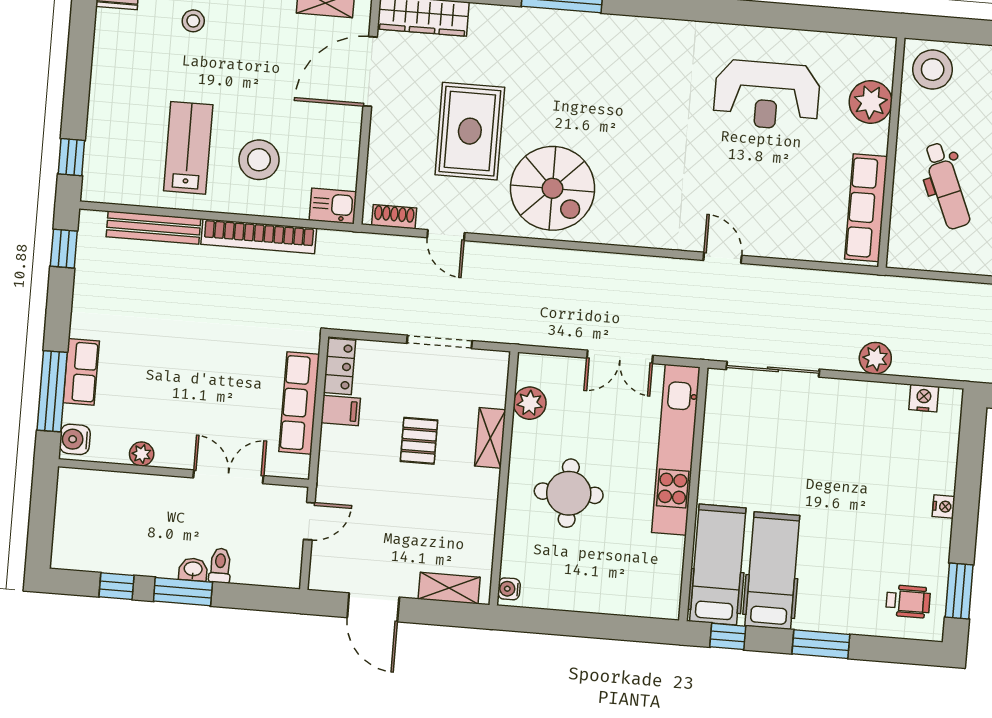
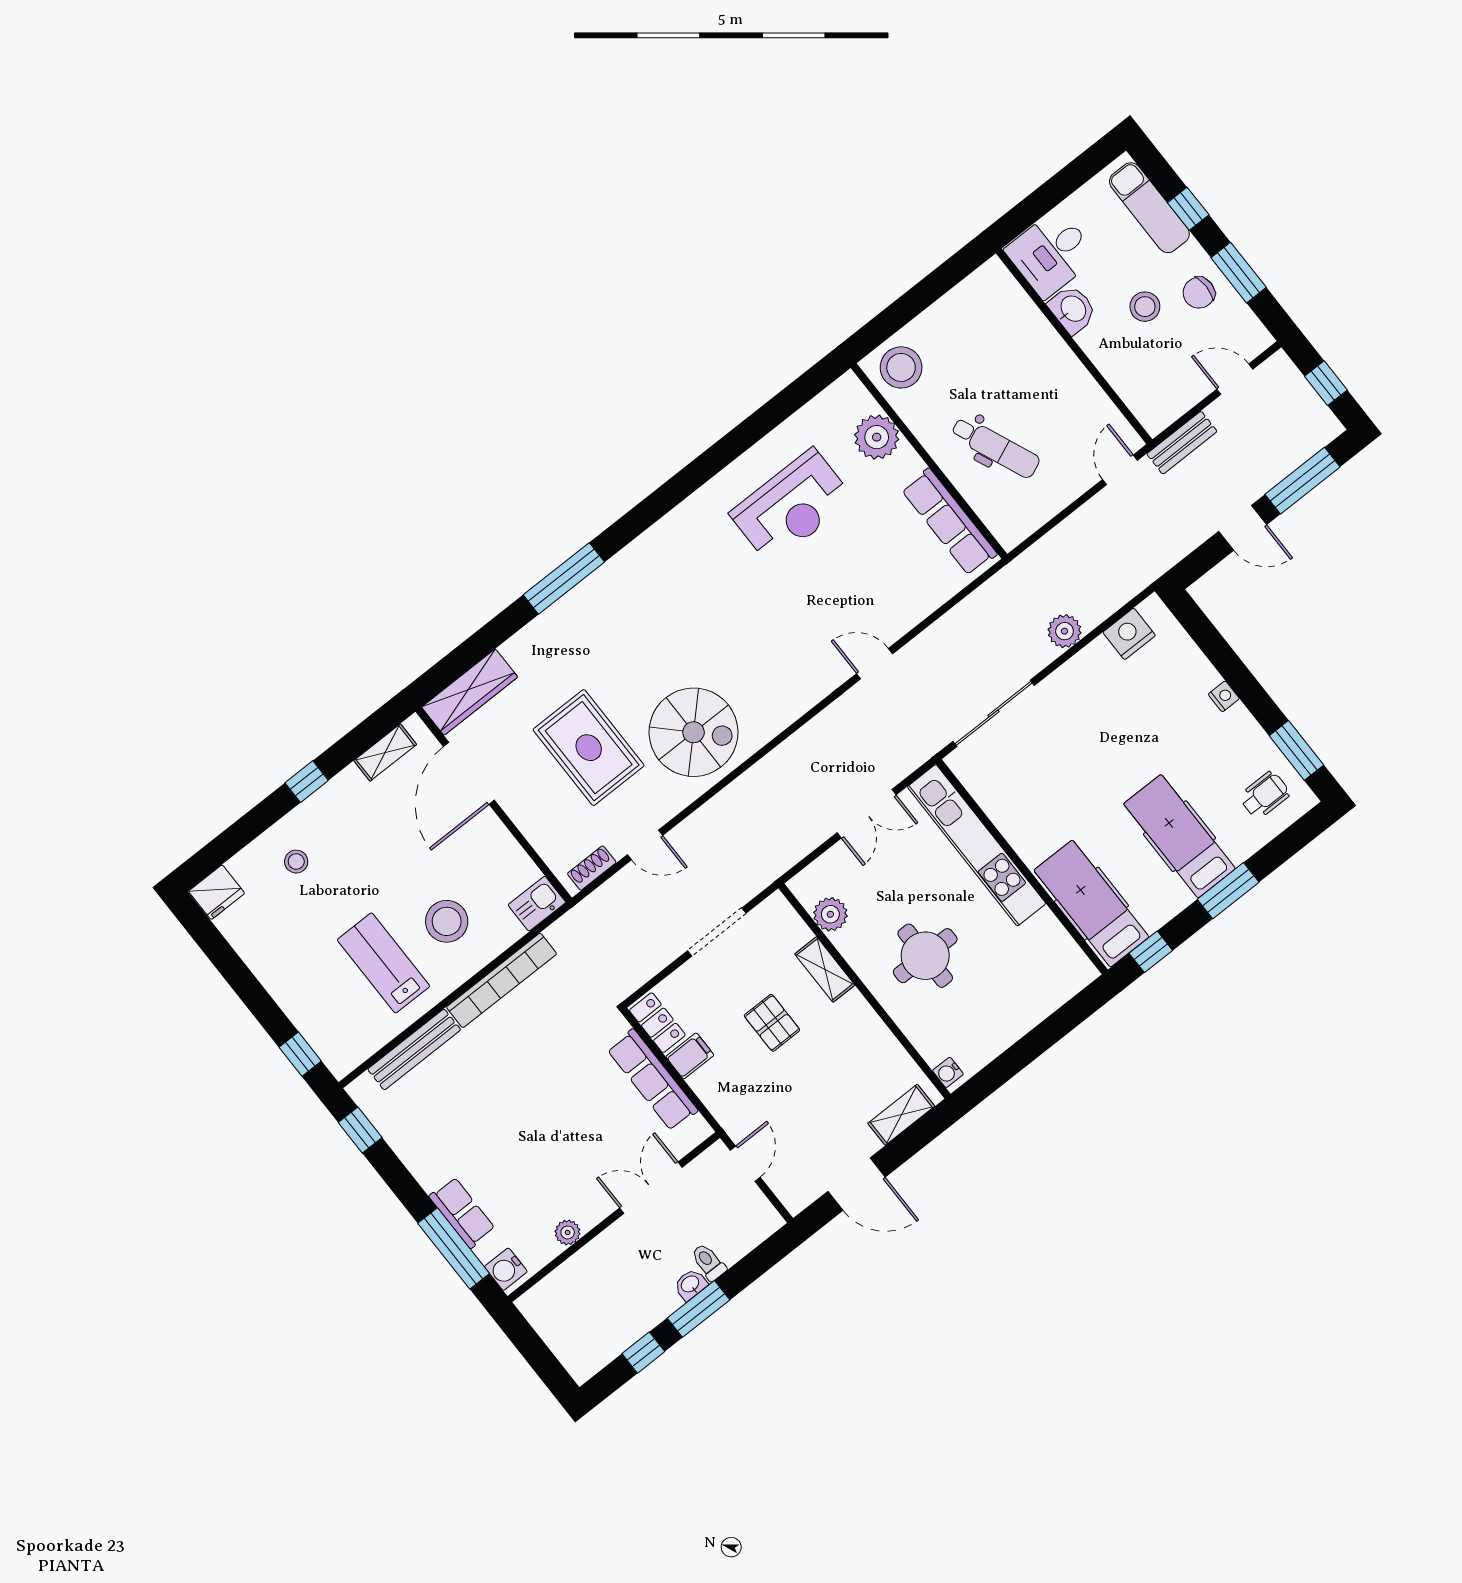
nightstand: (924, 398) -> (1129, 634), width x1.36, depth x1.33
hospital bed: (772, 571) -> (1180, 836), moved

